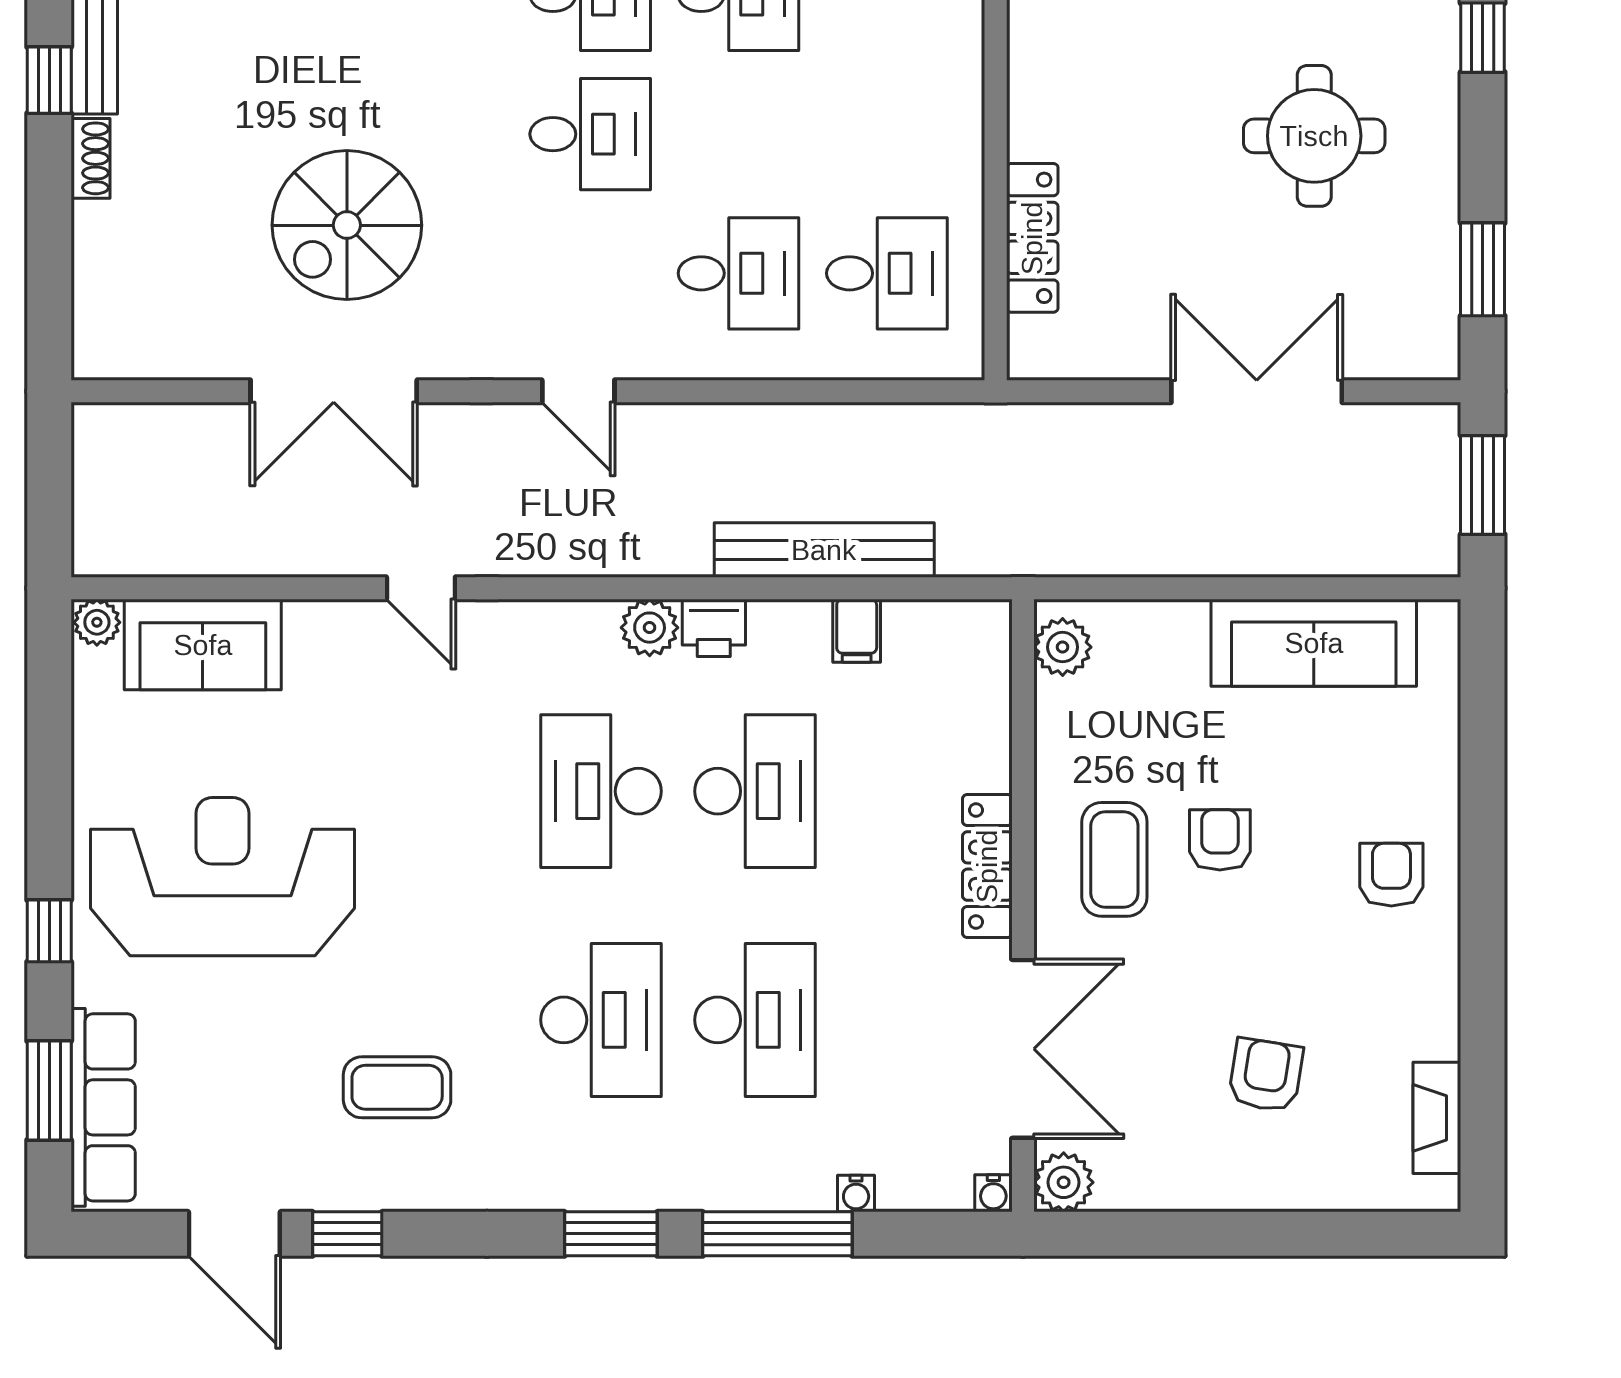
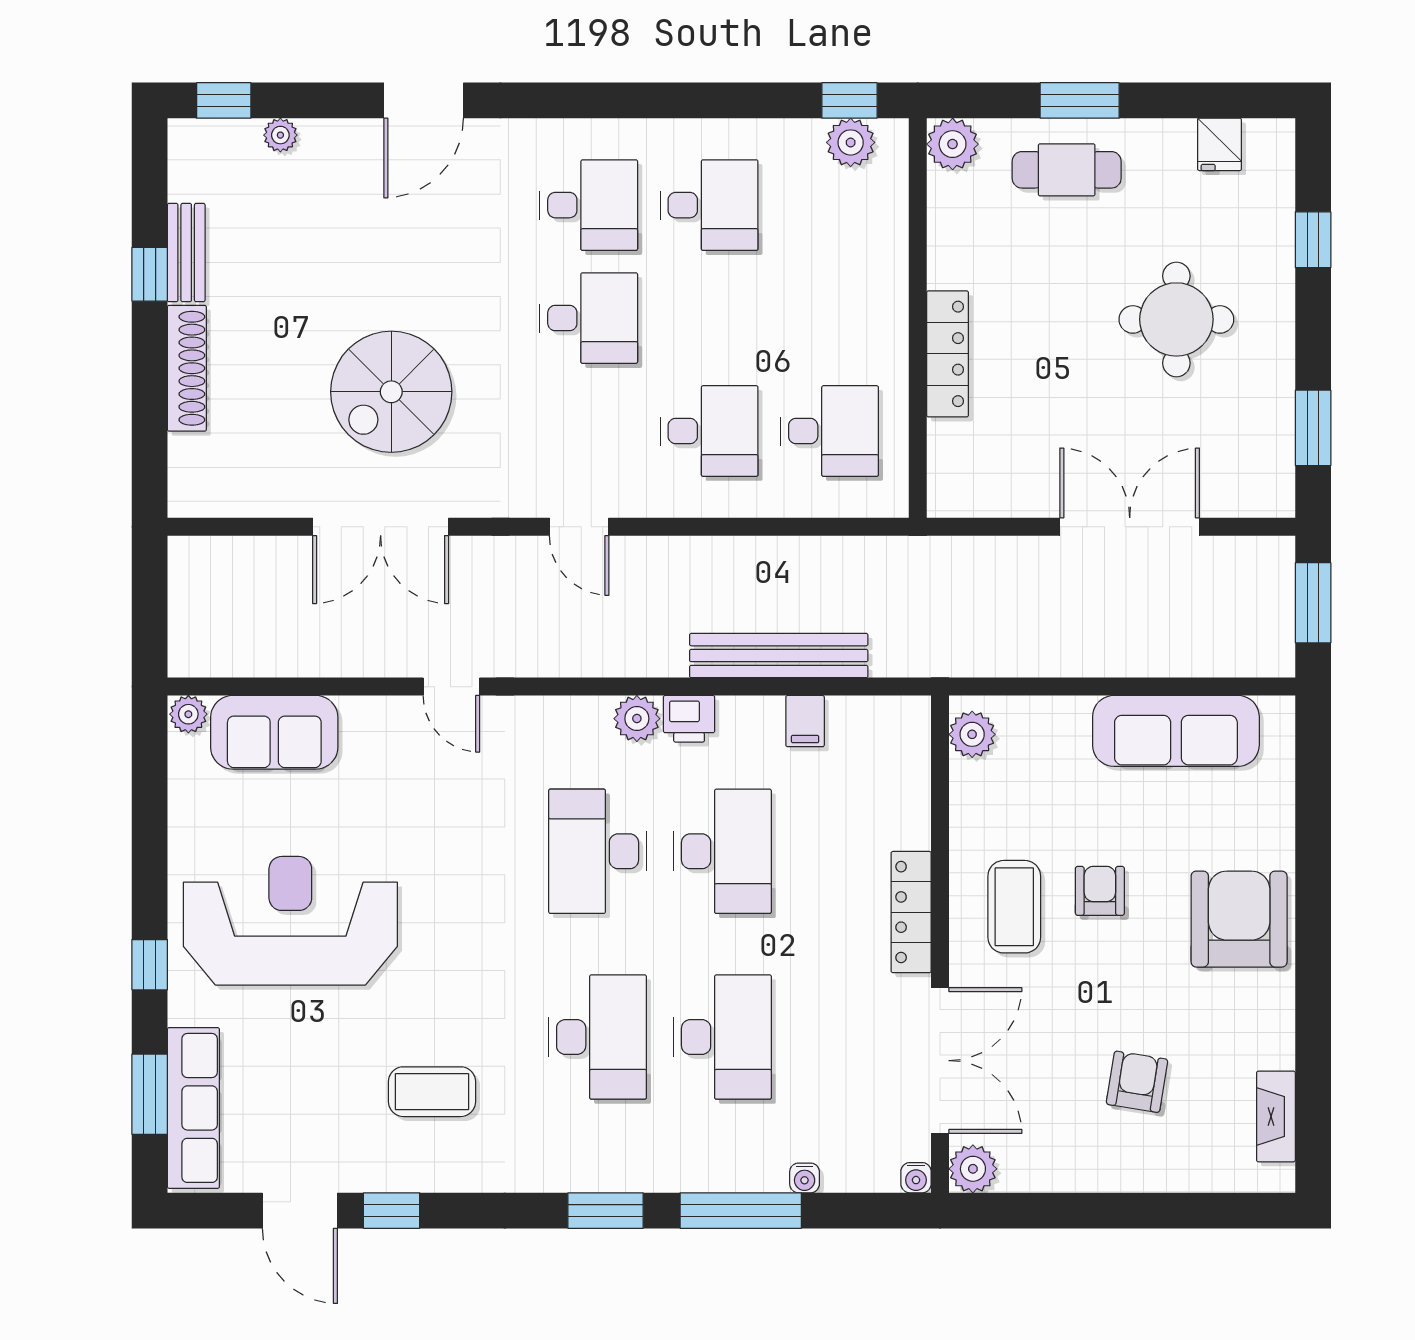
shoe rack: (90, 158) -> (187, 368), width x1.94, depth x1.24
locker: (1032, 238) -> (948, 354), moved
armchair: (1391, 875) -> (1239, 919), width x1.88, depth x1.88

